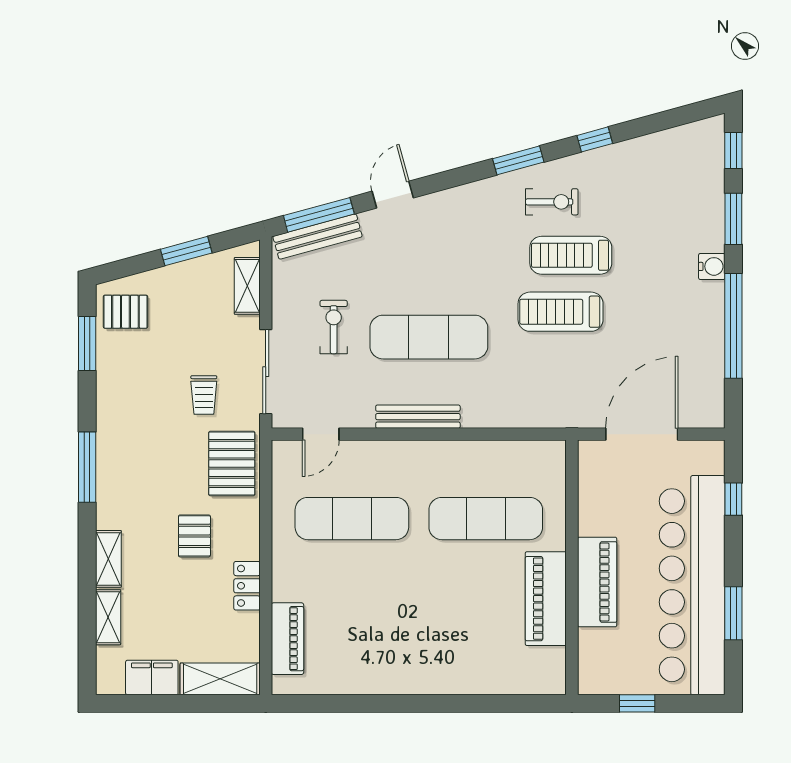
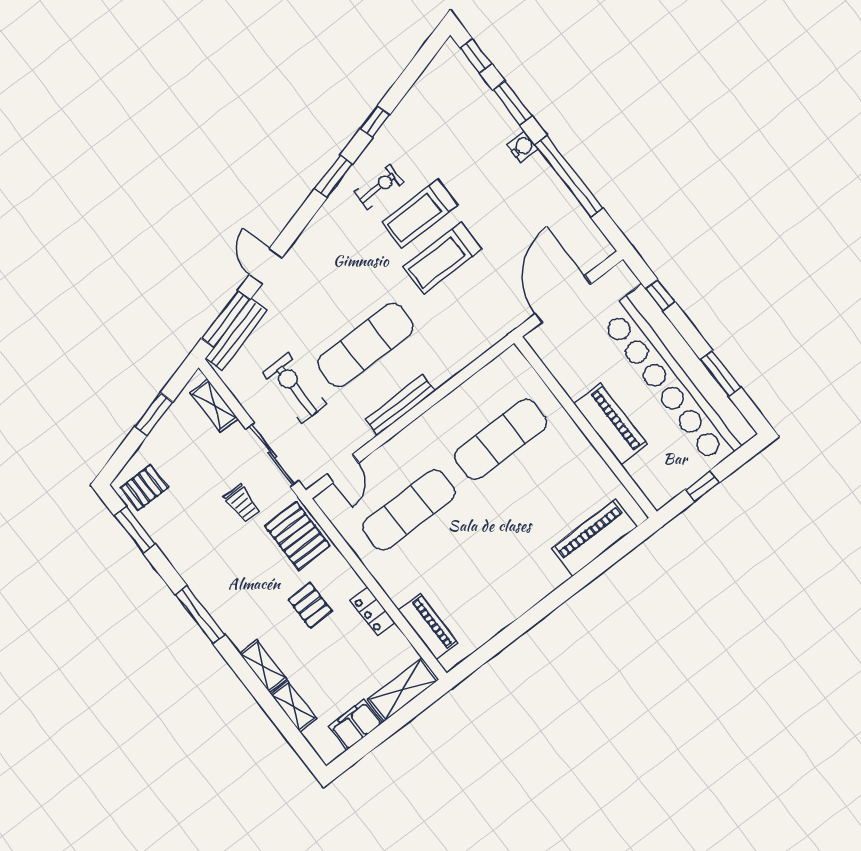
exercise bike: (334, 327) -> (295, 388), width x1.38, depth x1.39
piano: (546, 599) -> (594, 538), moved, turned 90

